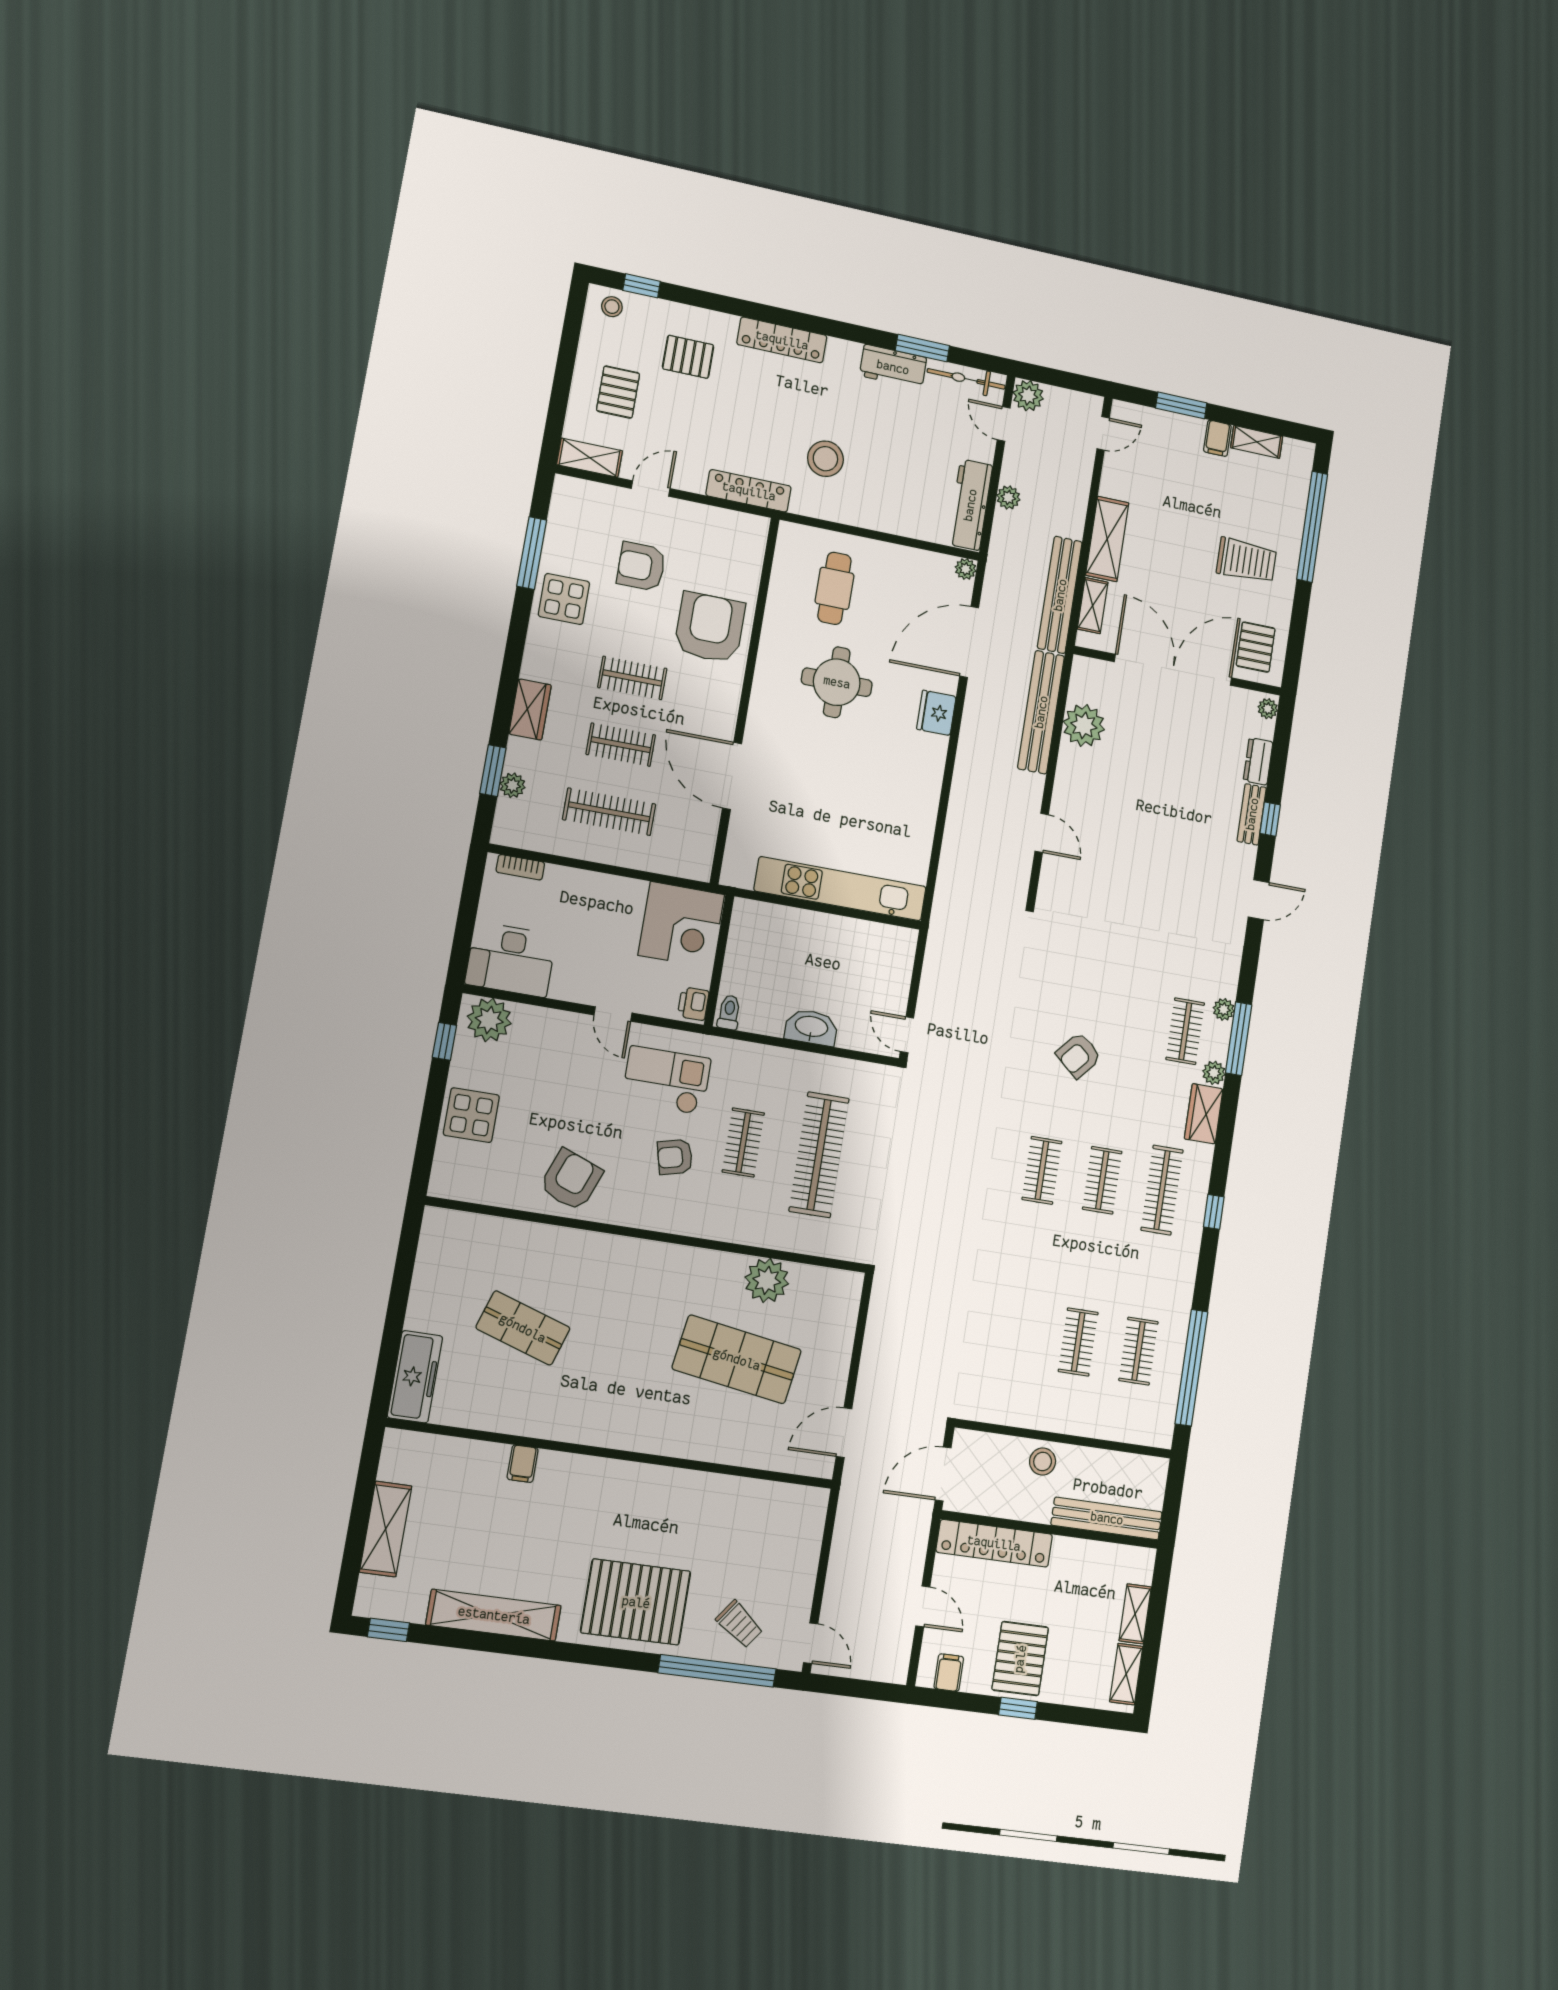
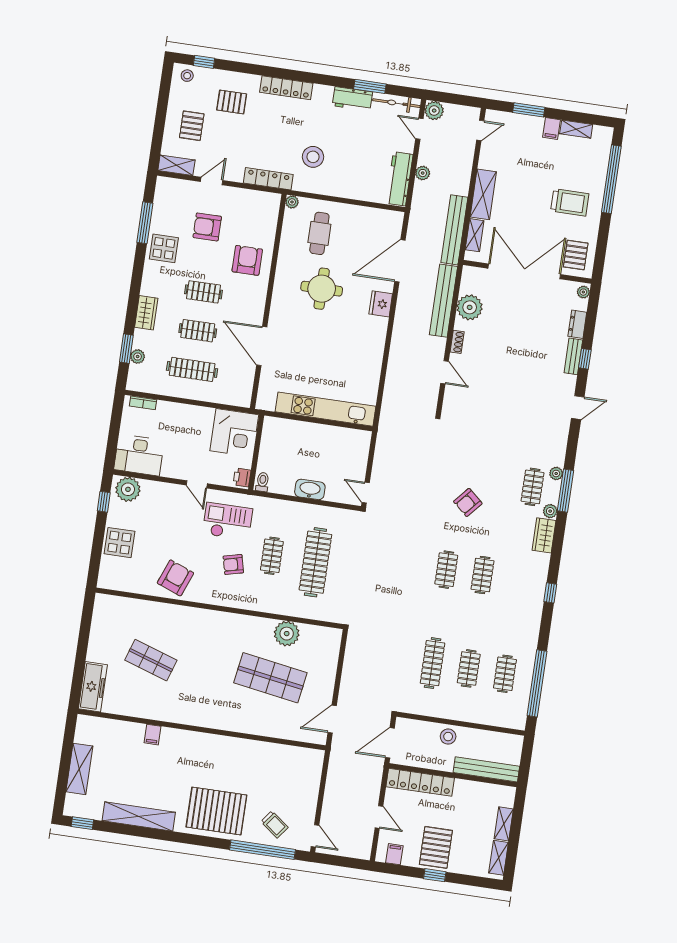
plant: (966, 569) -> (292, 202), moved
armchair: (710, 628) -> (247, 260), width x0.73, depth x0.73
shoe rack: (1063, 782) -> (457, 342), added
clothes rail: (1162, 1190) -> (433, 663), moved

